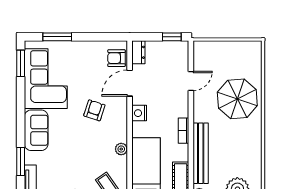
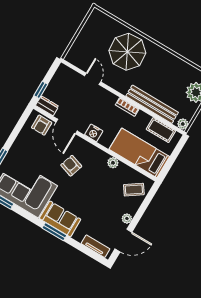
window: (172, 37) -> (41, 90), moved
window: (21, 162) -> (54, 232), moved

